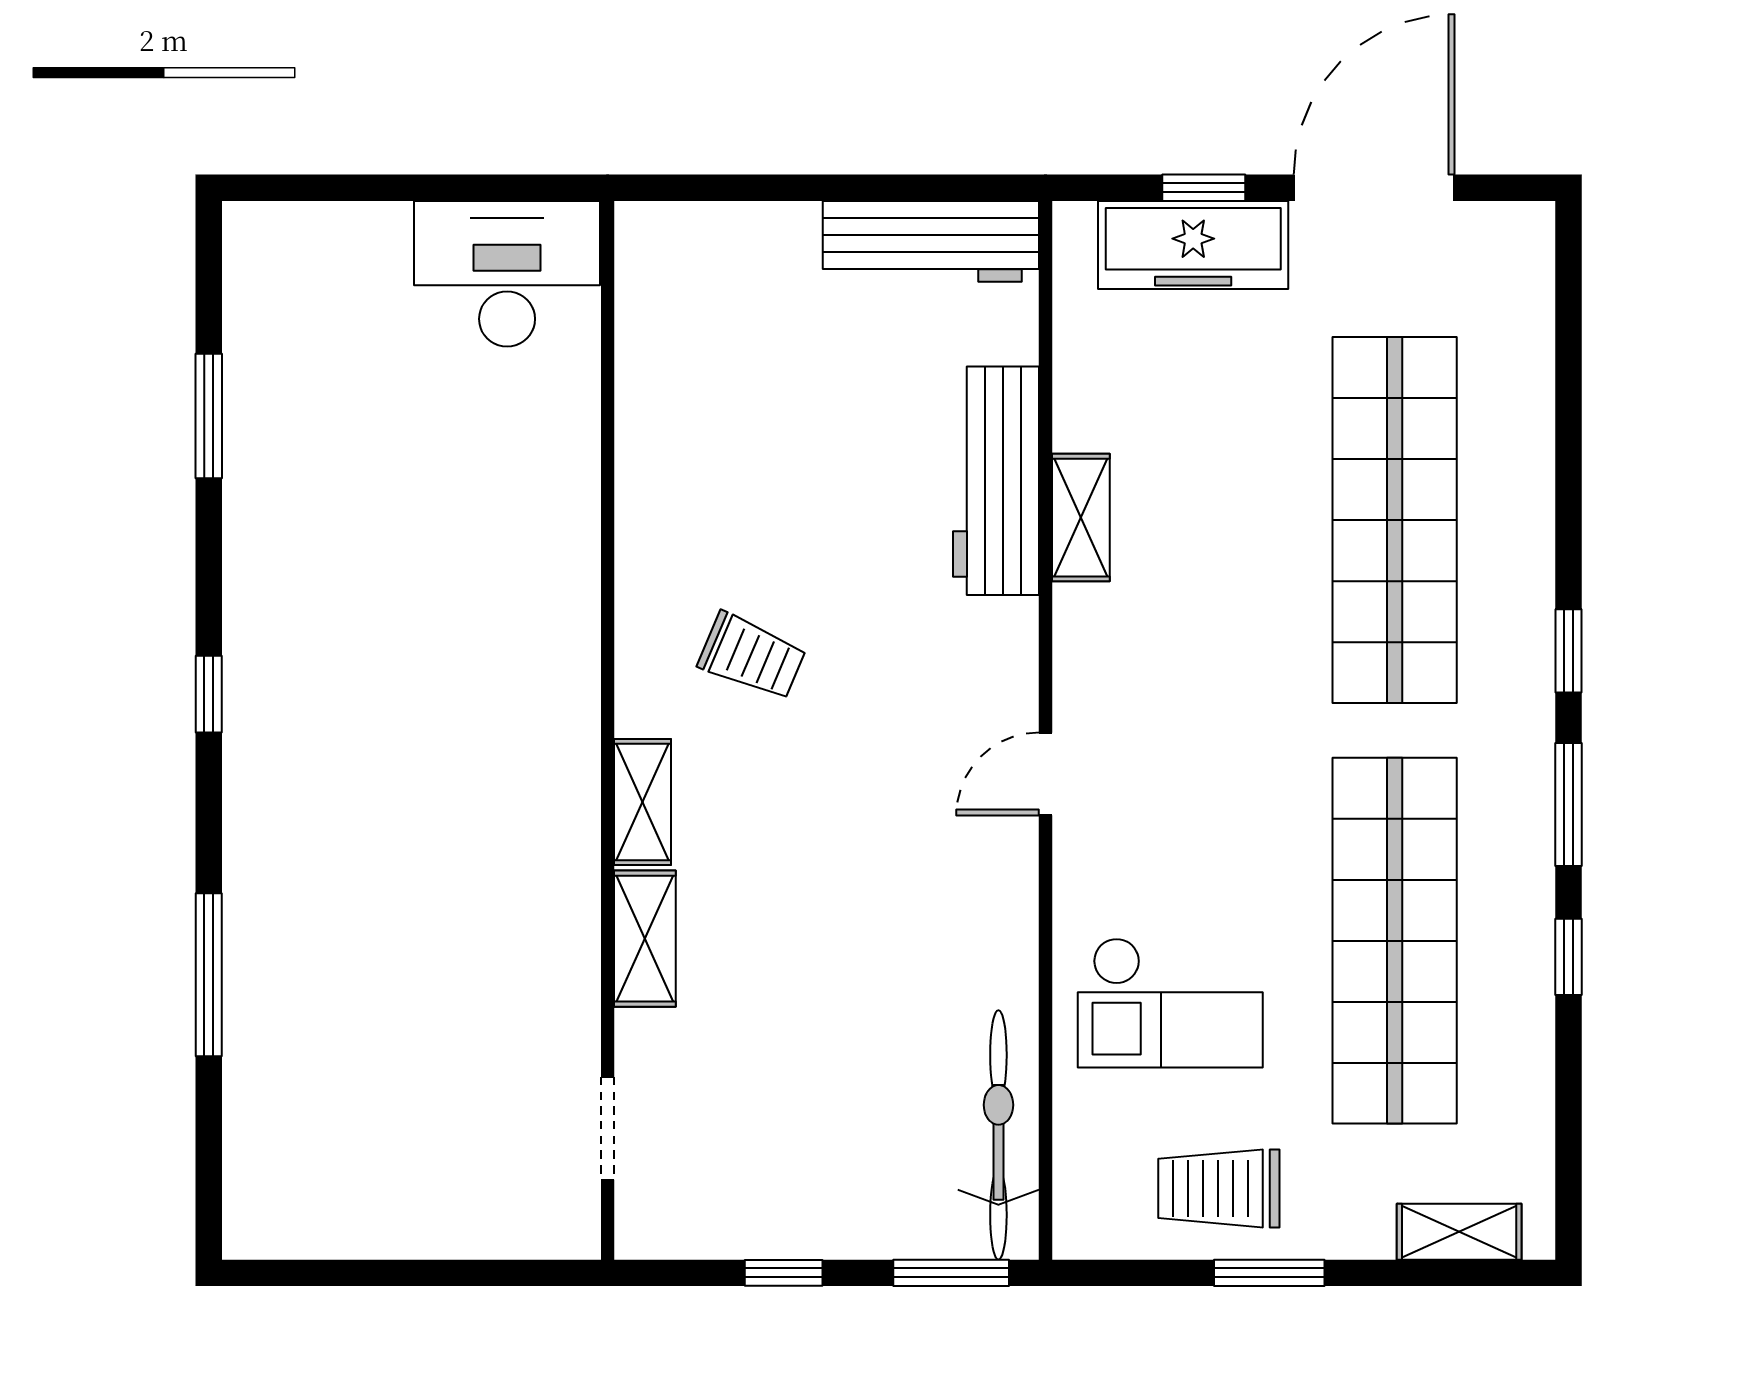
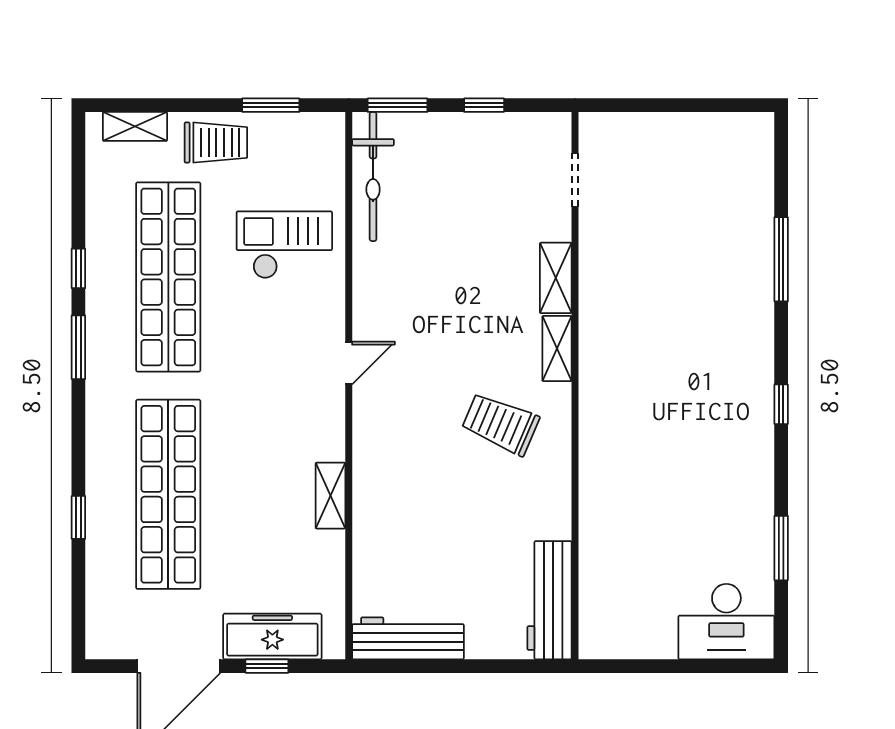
desk: (507, 274) -> (726, 622), moved
workbench: (996, 481) -> (549, 600), moved, turned 180
window: (1568, 651) -> (78, 517), moved
trolley: (752, 656) -> (500, 424), width x1.36, depth x1.39
trolley: (1219, 1188) -> (216, 142), moved
window: (1269, 1273) -> (271, 105), moved

